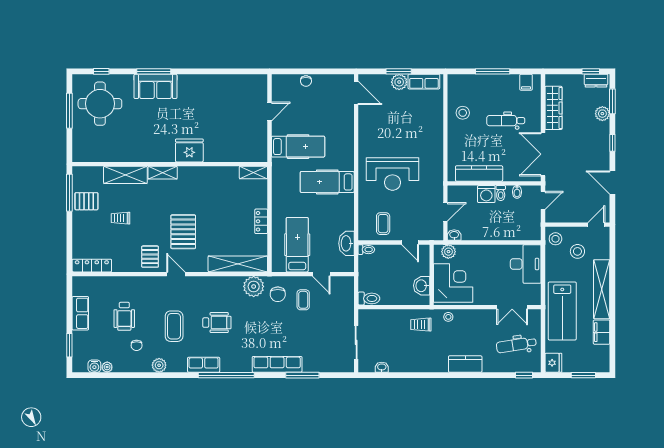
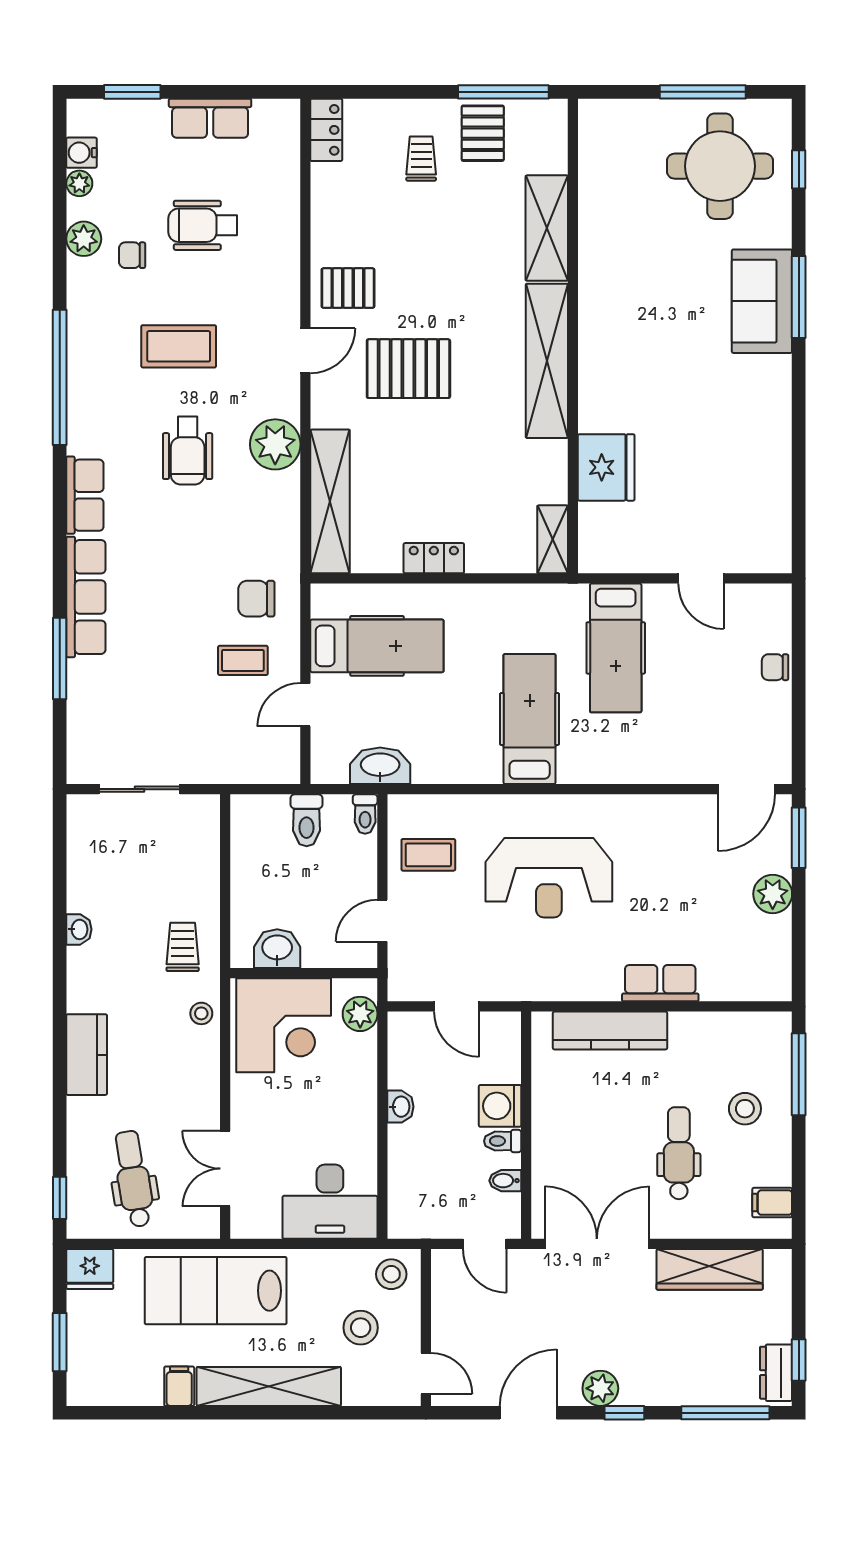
window: (399, 71) -> (799, 838), moved
window: (493, 71) -> (799, 1074), moved
row of seats: (424, 82) -> (660, 983), moved, turned 90
window: (612, 101) -> (725, 1413), width x1.44
stool: (463, 113) -> (745, 1109), moved
plant: (602, 114) -> (600, 1388), moved
fridge: (189, 150) -> (606, 467), moved
shelving: (163, 173) -> (547, 361), width x2.20, depth x1.33
kitchen counter: (479, 173) -> (610, 1031), moved, turned 90
reception desk: (393, 174) -> (549, 878), turned -90
trolley: (121, 218) -> (421, 159), moved
washbasin: (454, 235) -> (400, 1107), moved
locker: (92, 266) -> (326, 130), width x0.66
plant: (254, 286) -> (275, 444), moved
toilet: (369, 298) -> (307, 820), moved
filing cabinet: (602, 332) -> (179, 1386), width x0.50
plant: (159, 365) -> (84, 239), moved
row of seats: (204, 365) -> (85, 495), moved
washbasin: (382, 367) -> (79, 929), moved
window: (226, 375) -> (60, 377), moved

